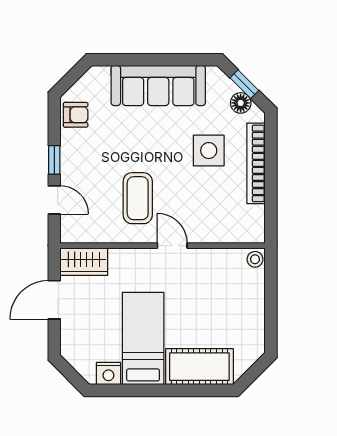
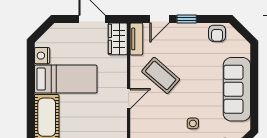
side table: (209, 151) -> (193, 123), width x0.54, depth x0.54
coffee table: (138, 198) -> (161, 75), turned 41
tv unit: (84, 234) -> (136, 39), added

